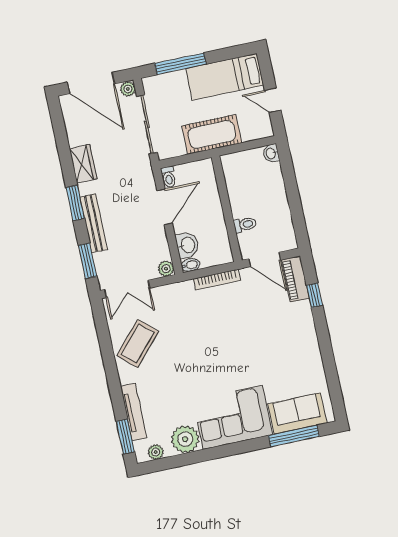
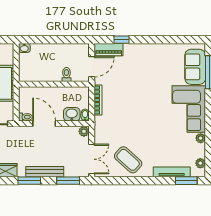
plant: (185, 439) -> (201, 138), width x0.53, depth x0.53

